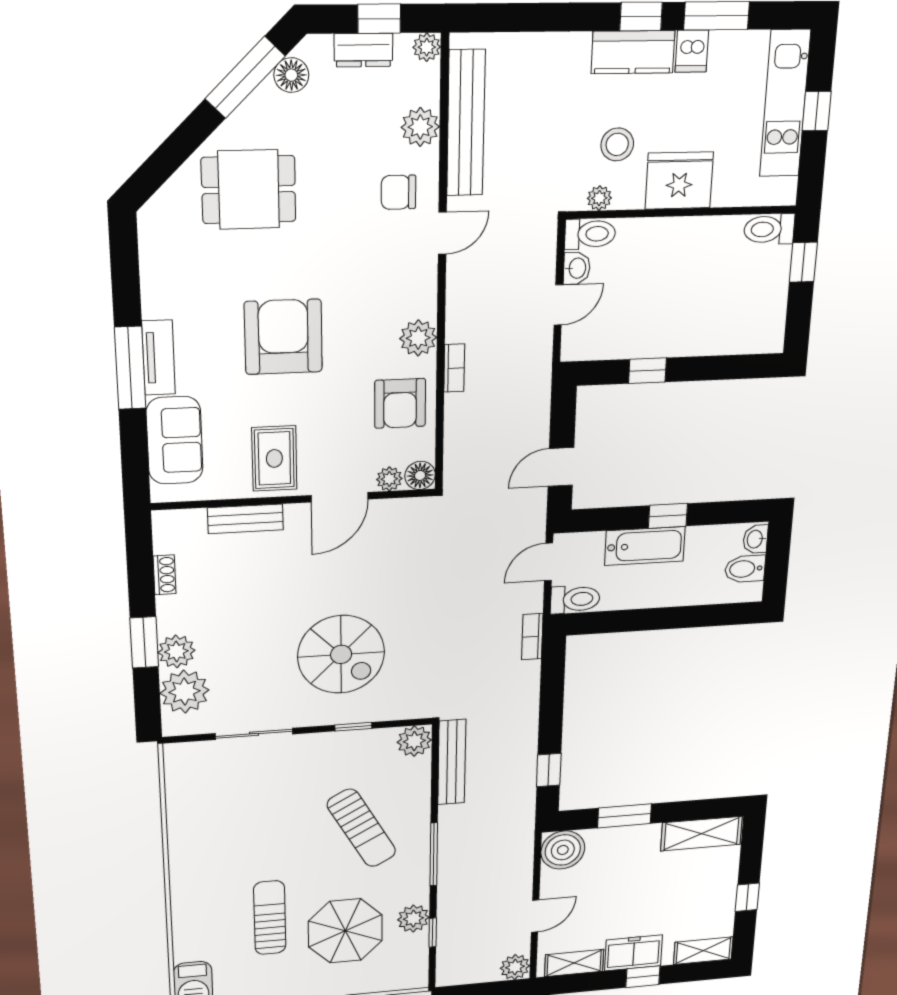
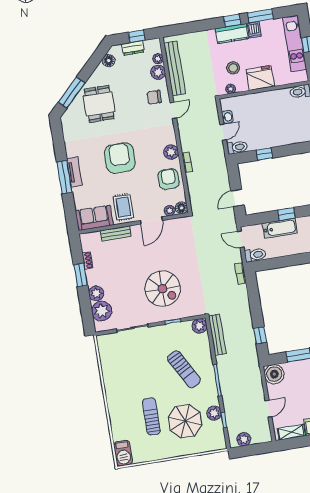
plant: (427, 47) -> (158, 59), moved
window: (245, 77) -> (72, 93), moved
dining table: (249, 190) -> (99, 104), turned 90
toilet: (590, 234) -> (237, 147), moved
armchair: (400, 403) -> (169, 179), turned 180
sofa: (175, 440) -> (94, 218), moved, turned -90
door: (549, 562) -> (241, 239), hinge flipped
window: (144, 642) -> (81, 275), moved
plant: (515, 967) -> (244, 439), moved

